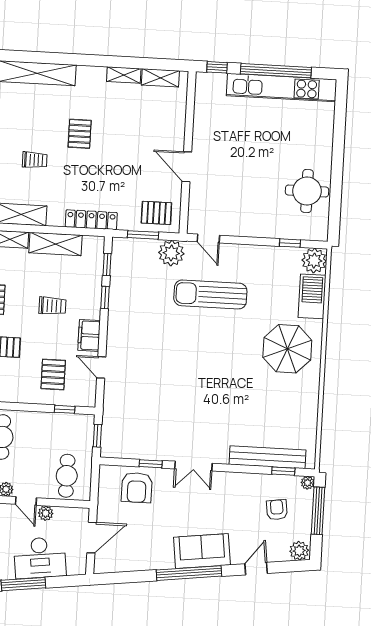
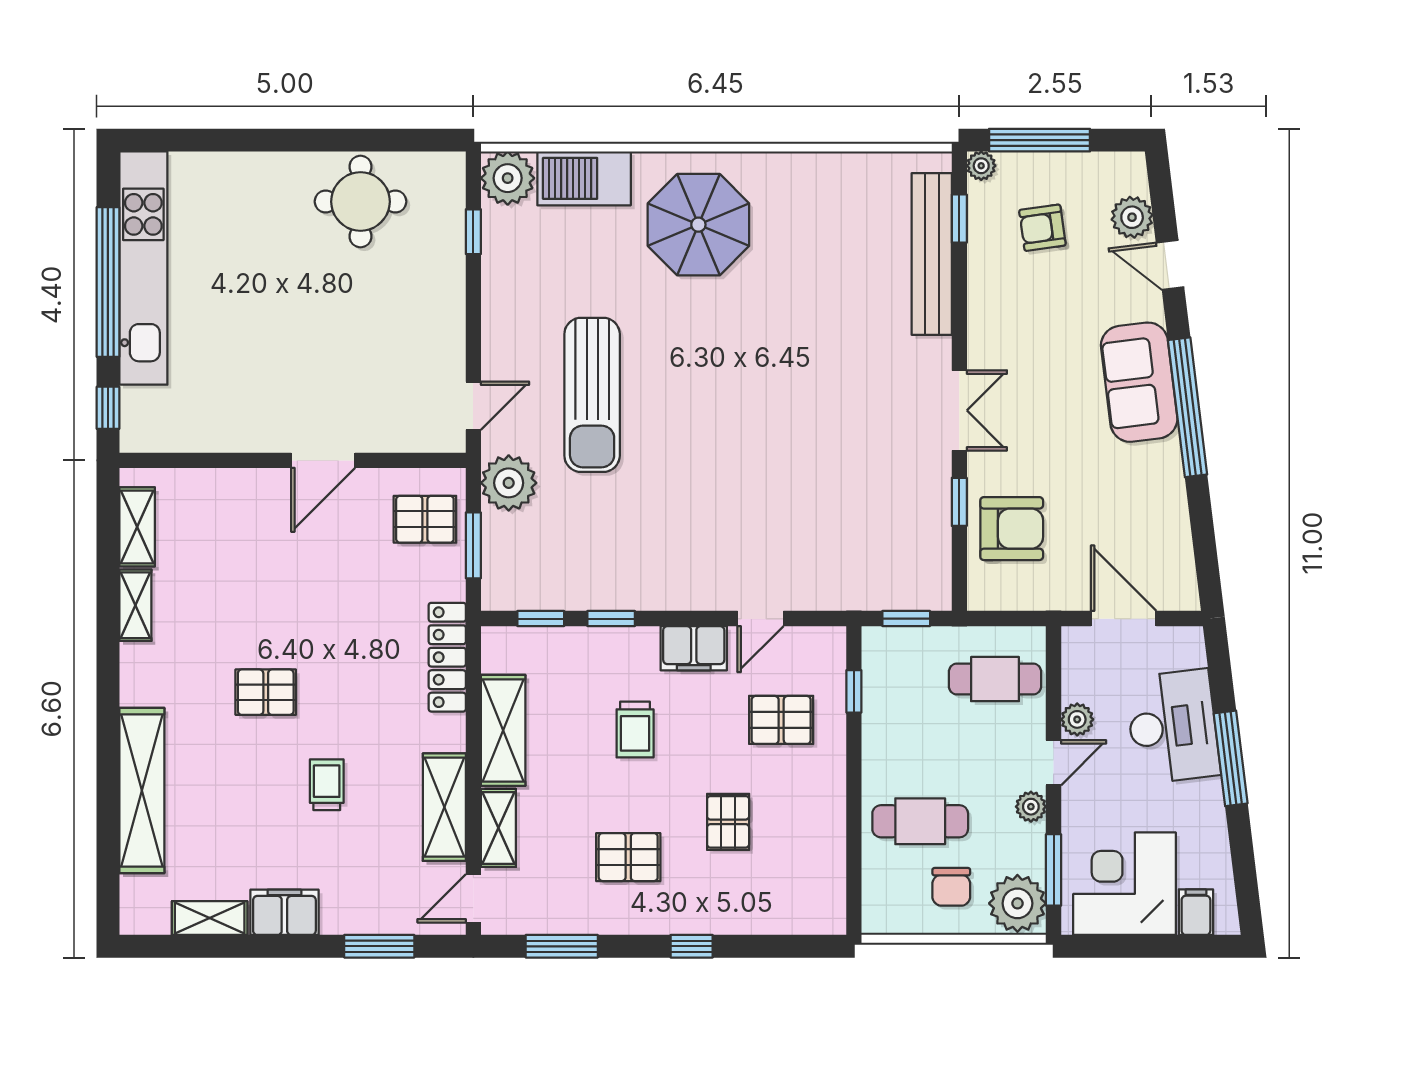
pallet: (156, 213) -> (425, 519), turned 90
trolley: (52, 306) -> (635, 729), turned 180
plant: (299, 551) -> (1132, 217), moved

